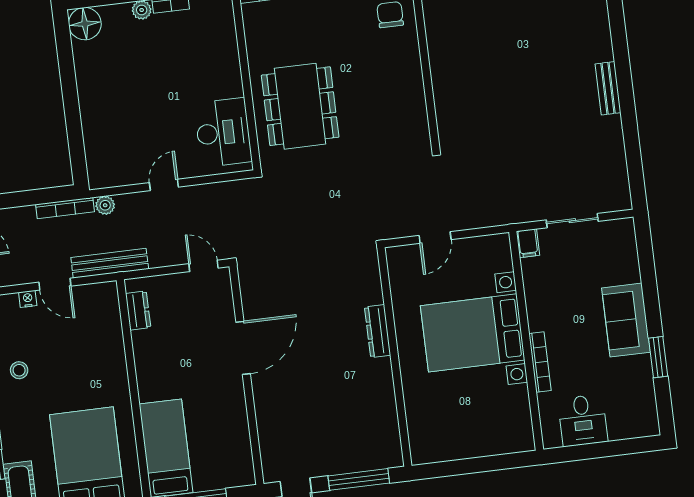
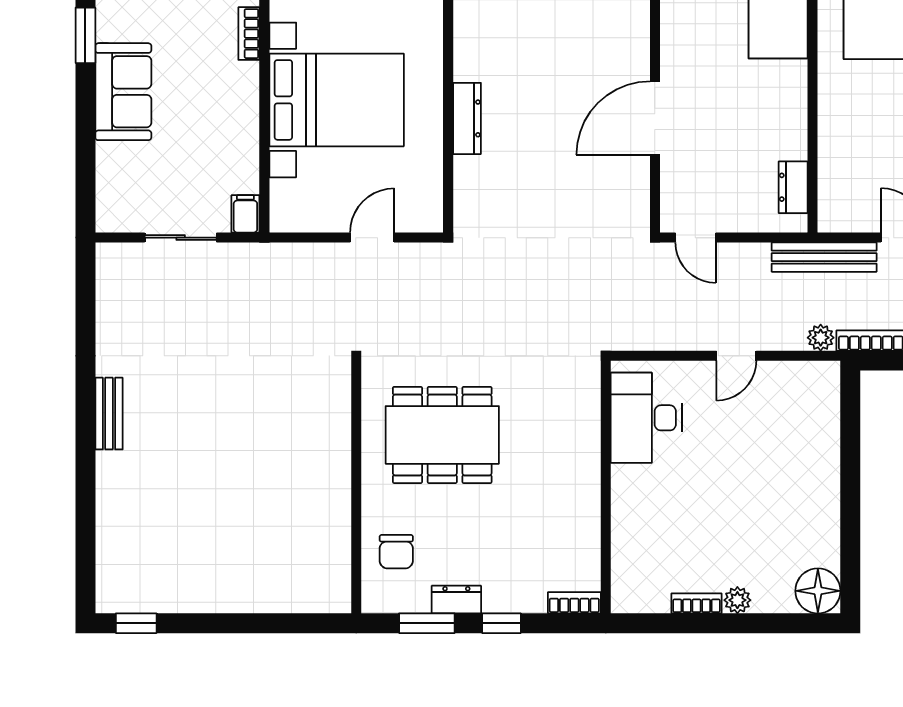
dining table: (300, 106) -> (442, 435), moved, turned 90
bookcase: (540, 362) -> (249, 34), width x0.64

